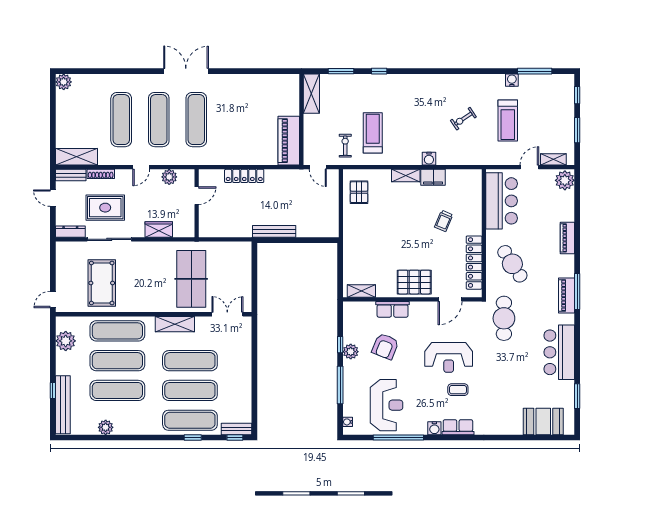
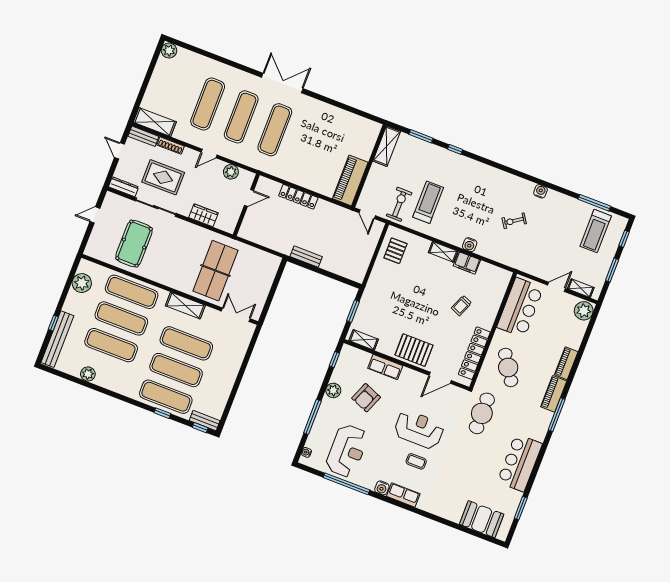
water cooler: (512, 80) -> (540, 191), moved
treadmill: (508, 120) -> (596, 231), moved
exercise bike: (345, 146) -> (399, 204), width x1.38, depth x1.39
bench: (274, 231) -> (306, 257), width x0.73
window: (340, 267) -> (353, 311), added
piano: (567, 295) -> (554, 394), moved
door: (53, 299) -> (95, 215), moved
window: (340, 345) -> (334, 360), moved
reception desk: (449, 357) -> (419, 429), turned 180

